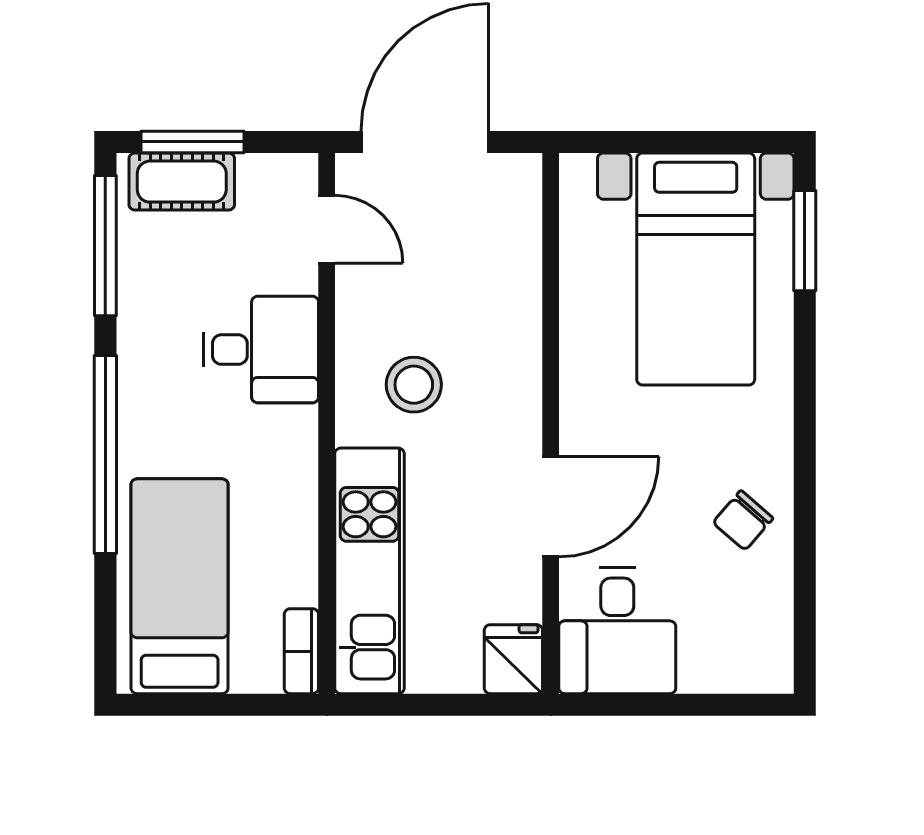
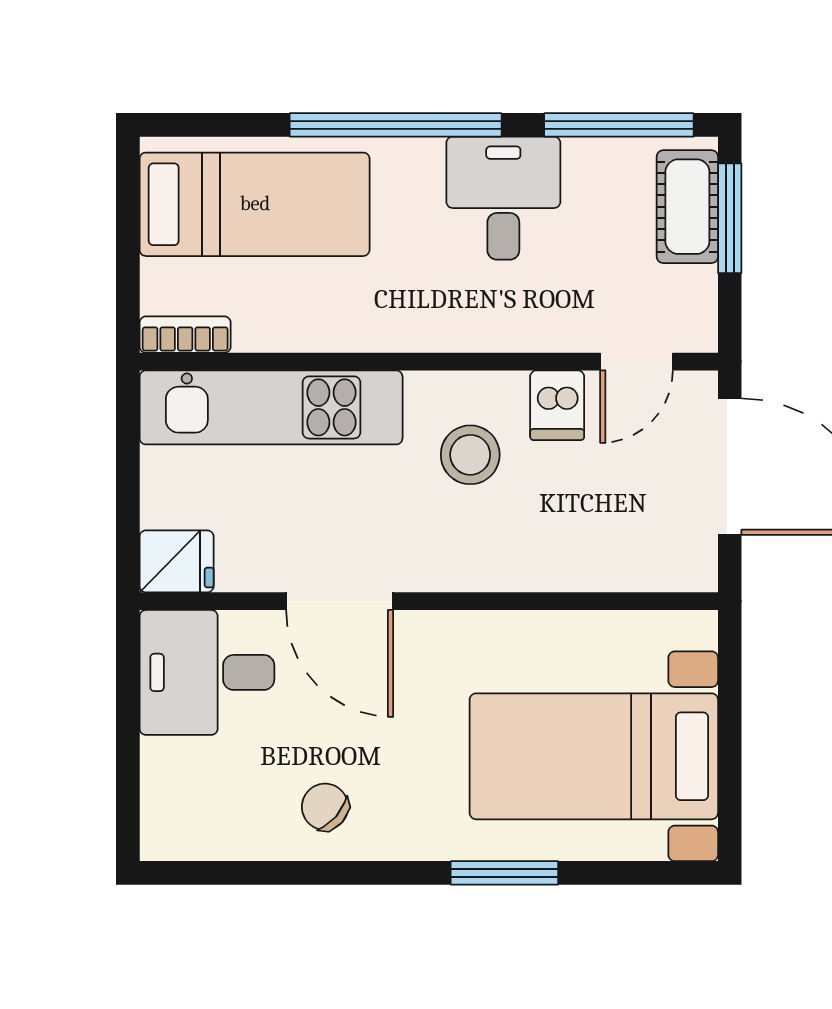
window: (805, 241) -> (504, 873), moved
dishwasher: (367, 303) -> (557, 405), added
desk: (261, 350) -> (503, 198), moved, turned 180

